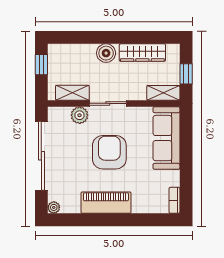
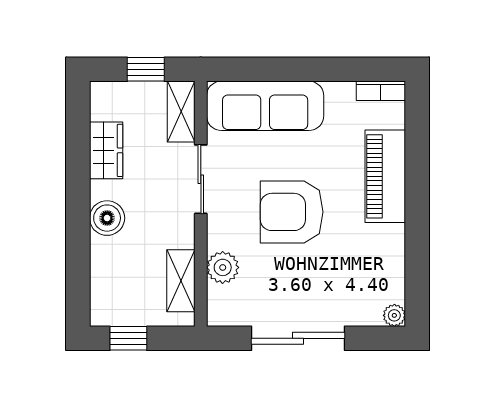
wardrobe: (142, 53) -> (106, 150), width x0.67
sliding door: (108, 103) -> (201, 179), moved
sliding door: (41, 156) -> (298, 338), width x0.73
piano: (106, 203) -> (385, 176), moved

